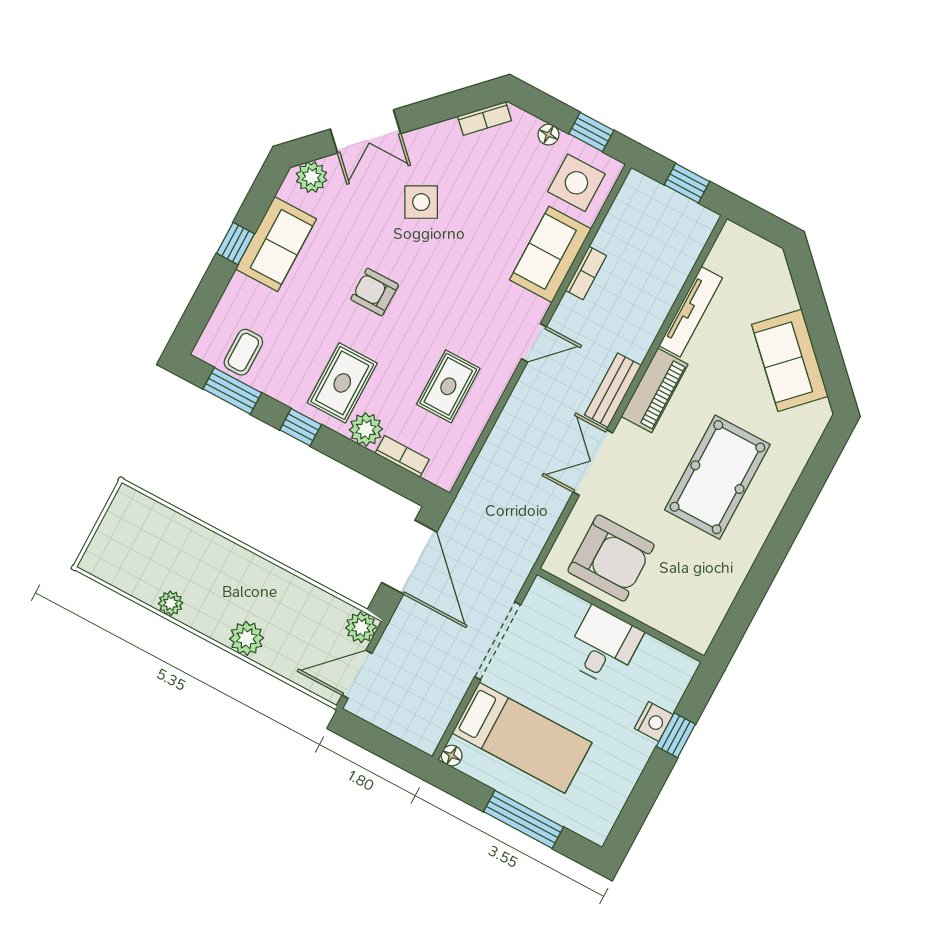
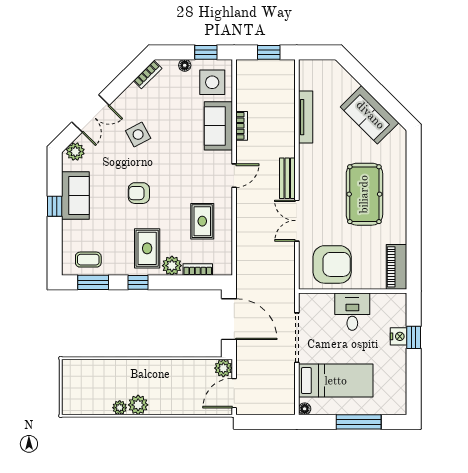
coffee table: (243, 352) -> (88, 260), turned 90
piano: (655, 390) -> (397, 267), moved, turned 180
plant: (247, 638) -> (138, 405), moved

